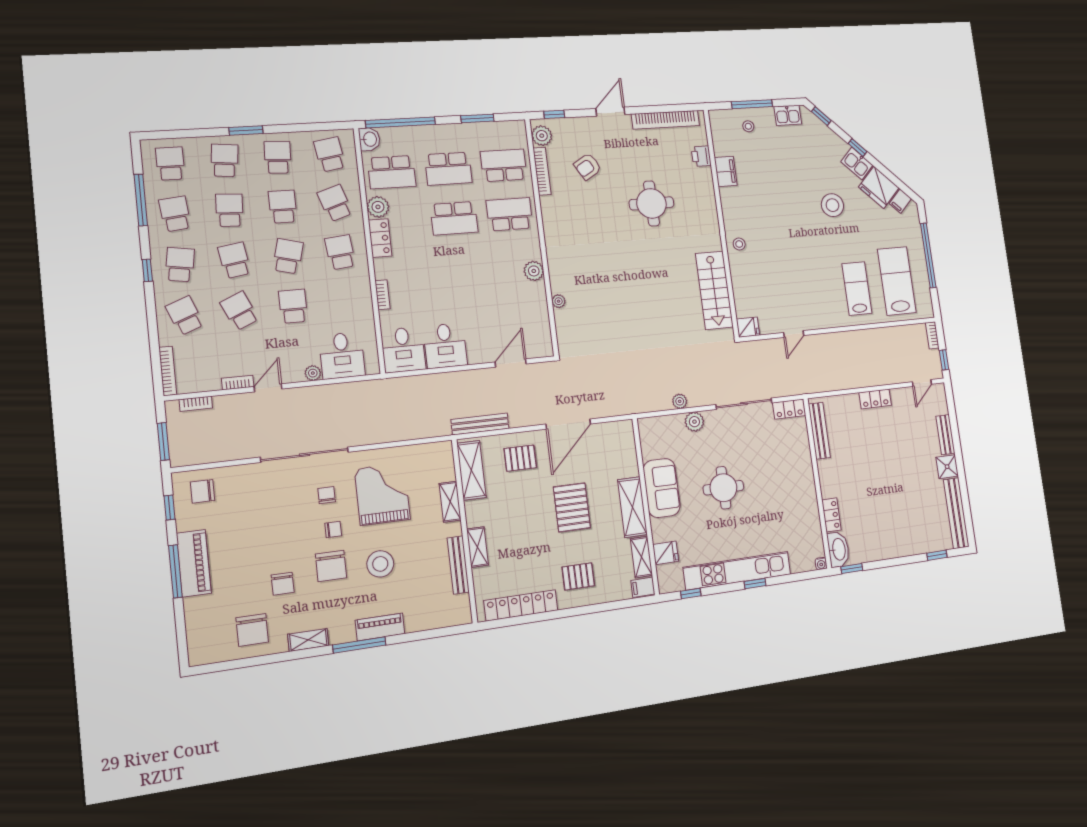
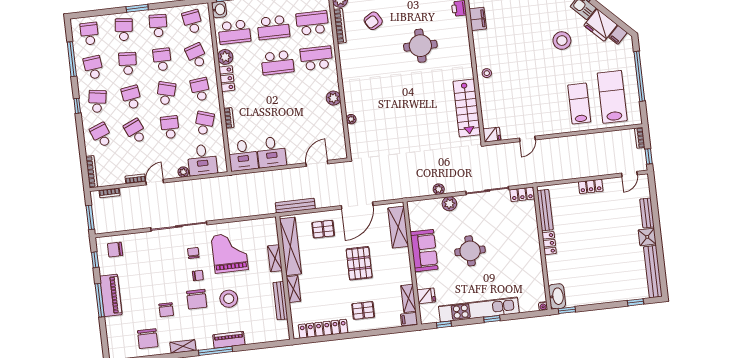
school desk: (346, 302) -> (204, 123), added
shelving: (471, 470) -> (290, 246), width x1.47
shelving: (632, 507) -> (398, 227), moved
locker: (831, 515) -> (549, 243), moved

